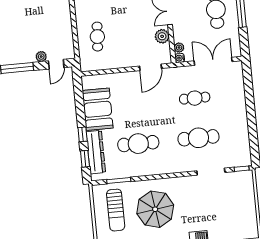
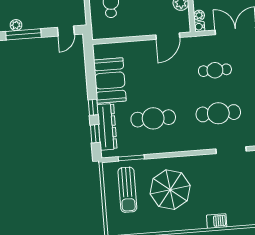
plant: (41, 57) -> (16, 25), moved

